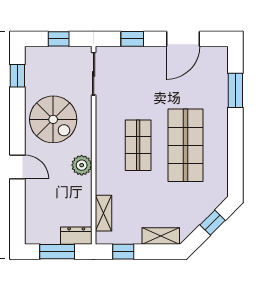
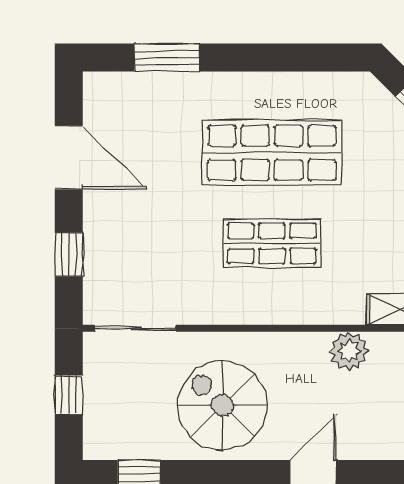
spiral stairs: (53, 119) -> (223, 406), turned -90
plant: (82, 165) -> (349, 351), moved

